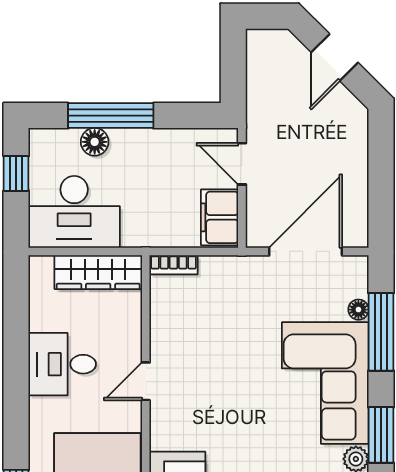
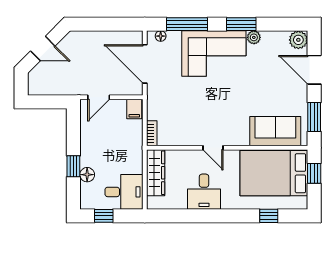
window: (111, 116) -> (73, 166), width x0.46
desk: (74, 212) -> (124, 192), width x0.73
filing cabinet: (220, 217) -> (134, 109), width x0.50
floor lamp: (358, 310) -> (161, 36), moved

